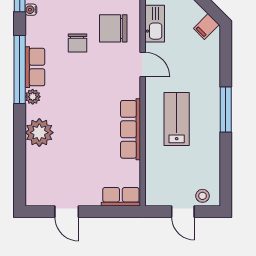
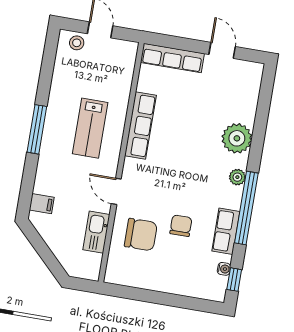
filing cabinet: (206, 26) -> (42, 204), moved, turned 45
row of seats: (35, 67) -> (226, 231), moved
row of seats: (121, 197) -> (172, 58), width x1.48

